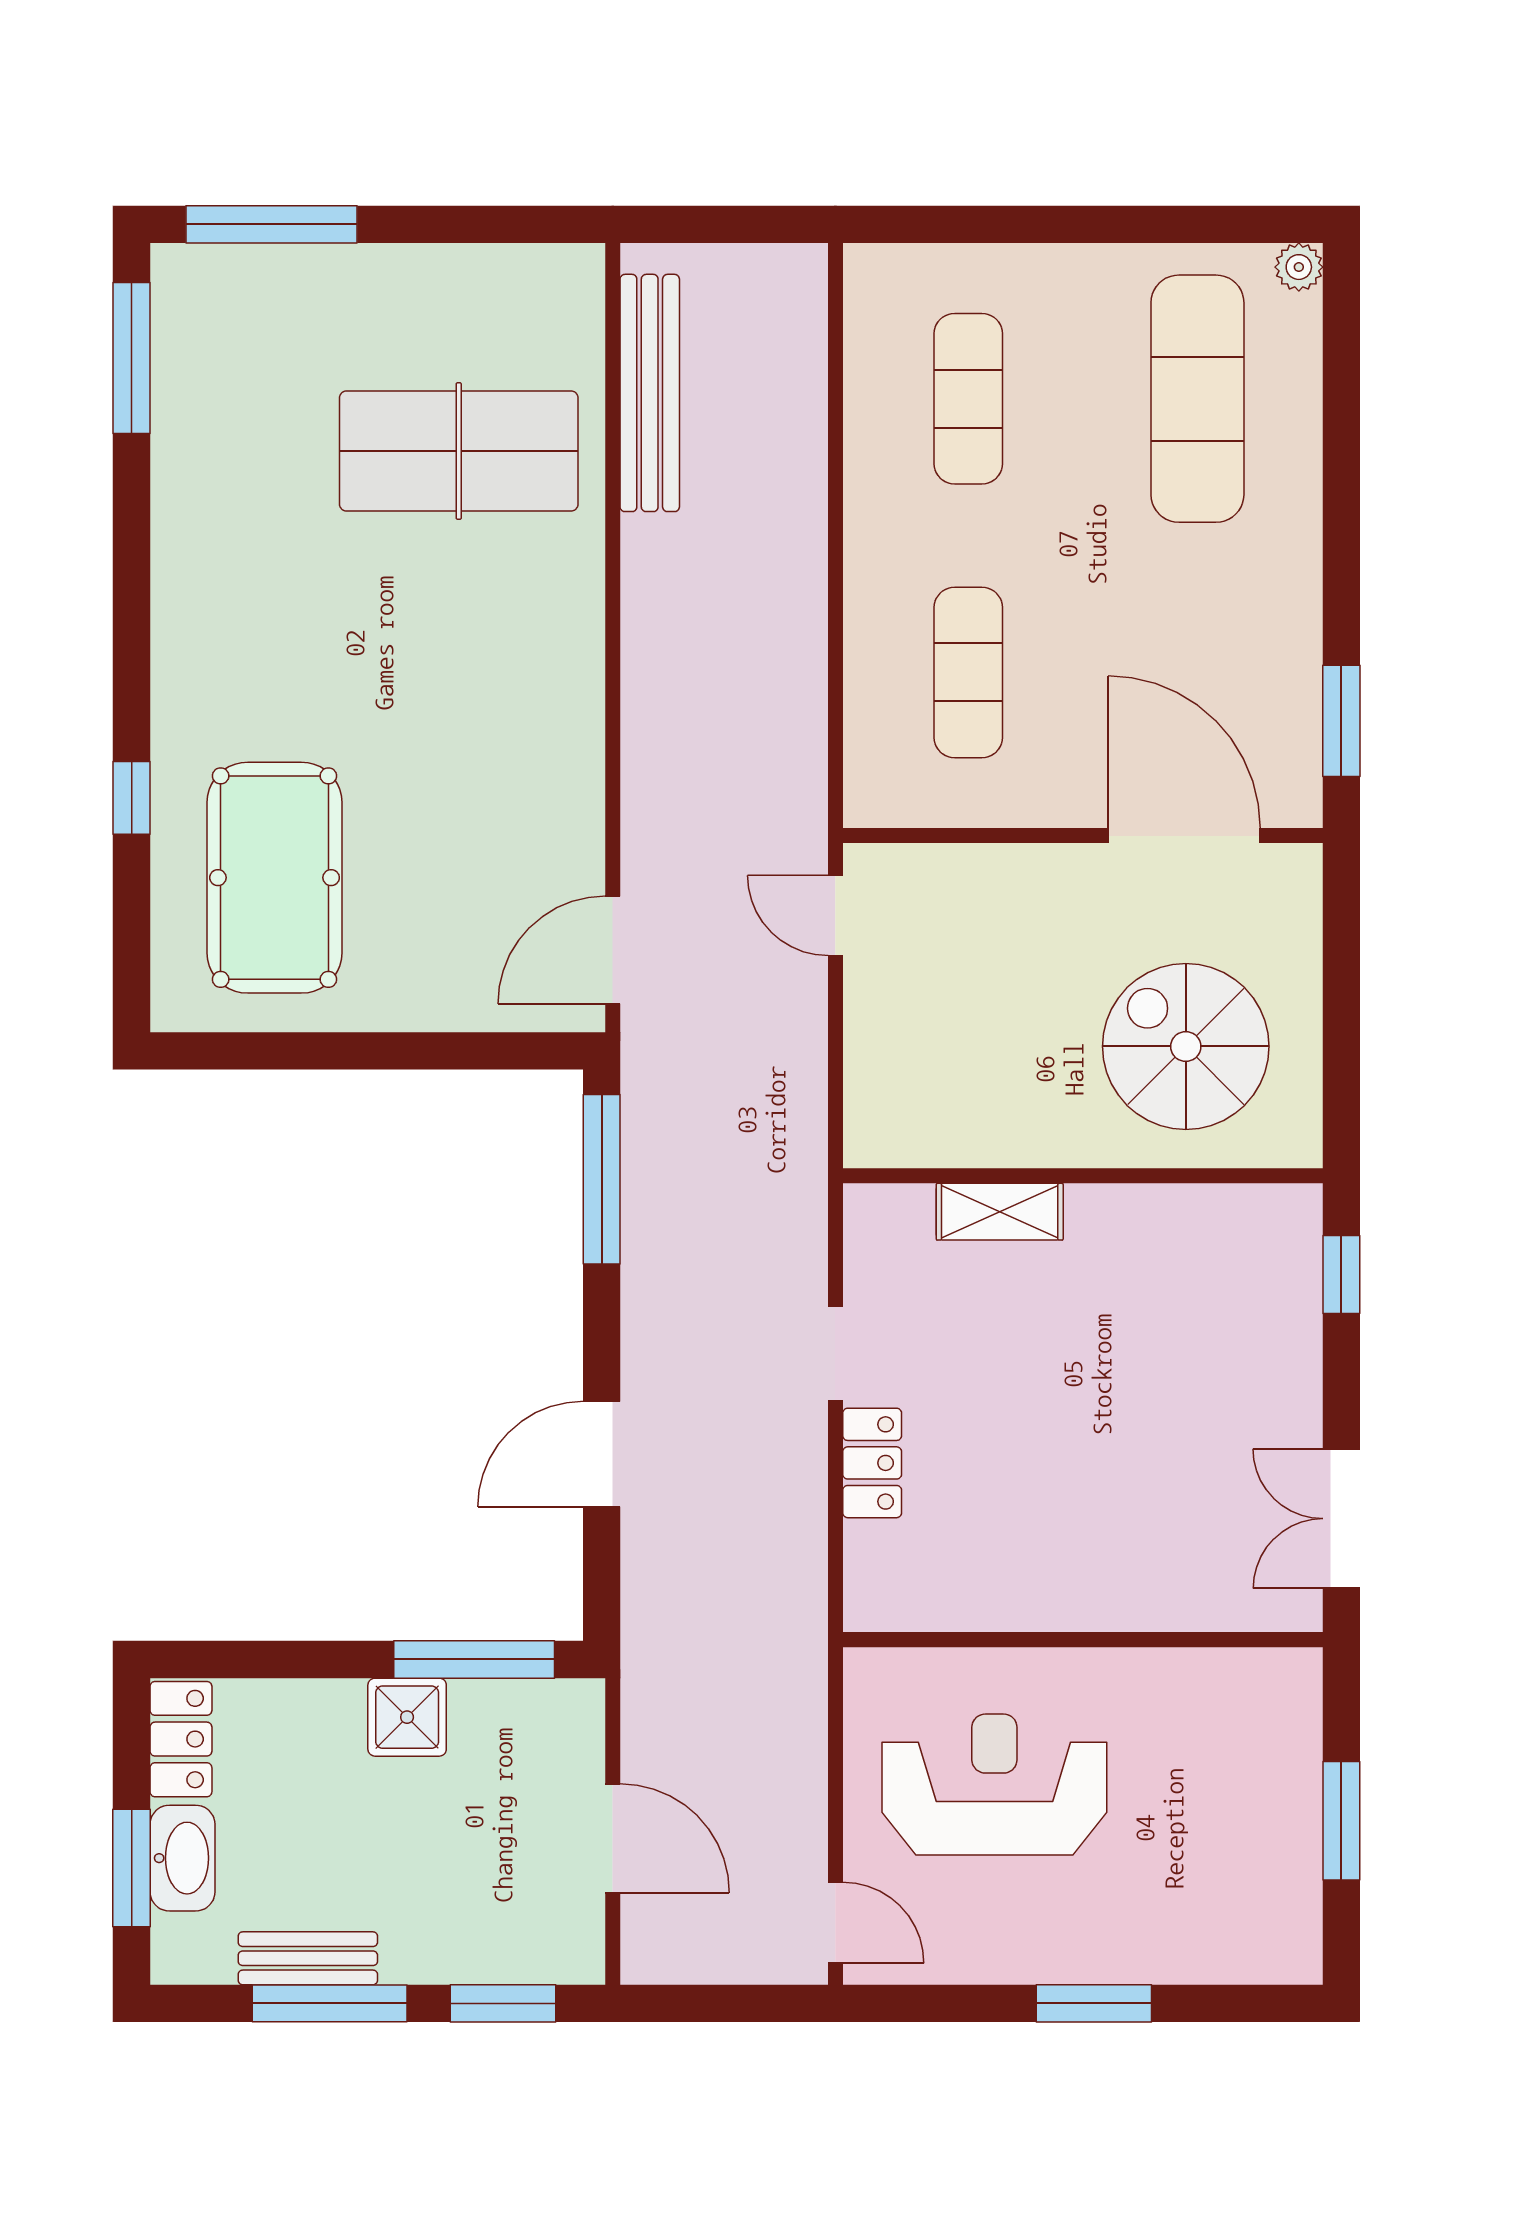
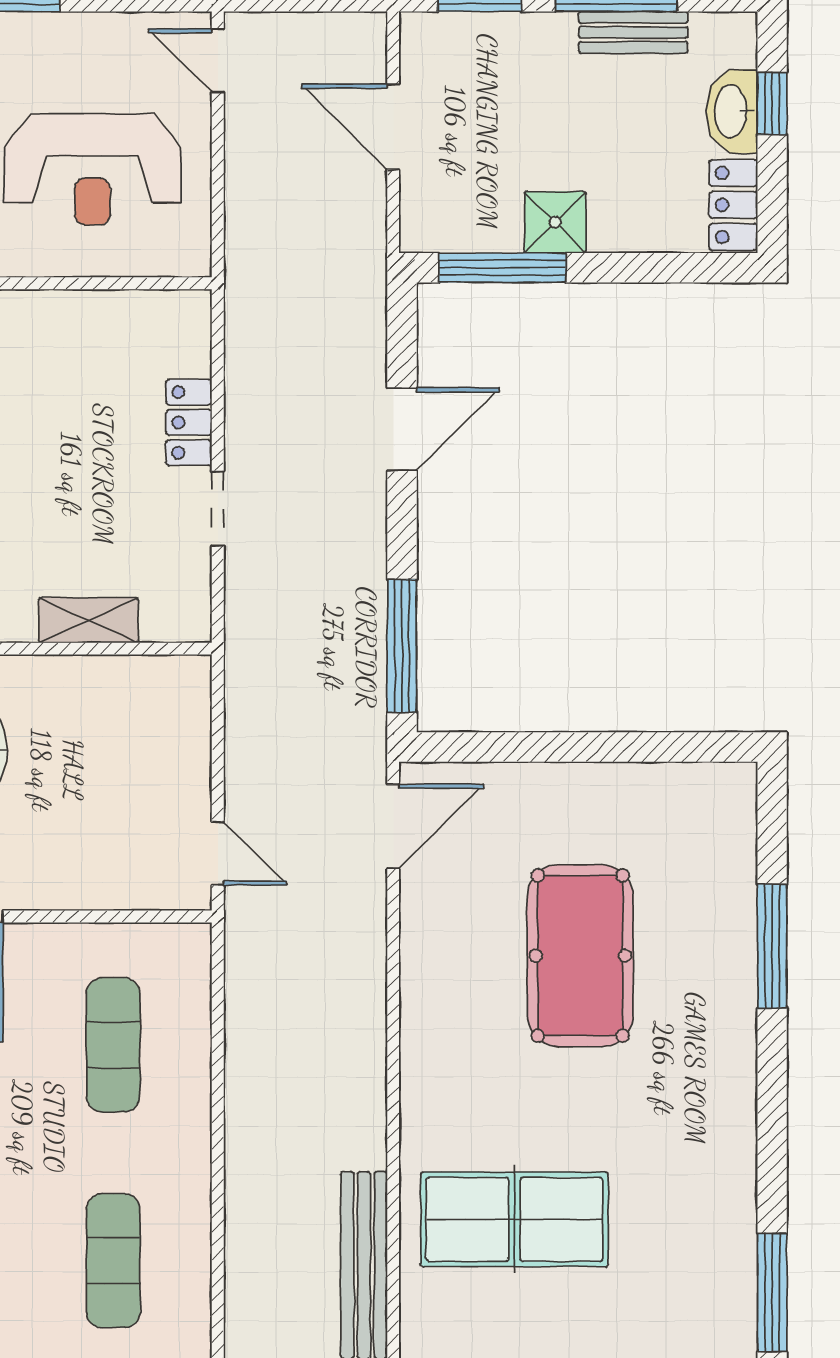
window: (132, 798) -> (772, 946), width x2.17
pool table: (275, 878) -> (580, 956), moved
window: (132, 1868) -> (772, 103), width x0.67

